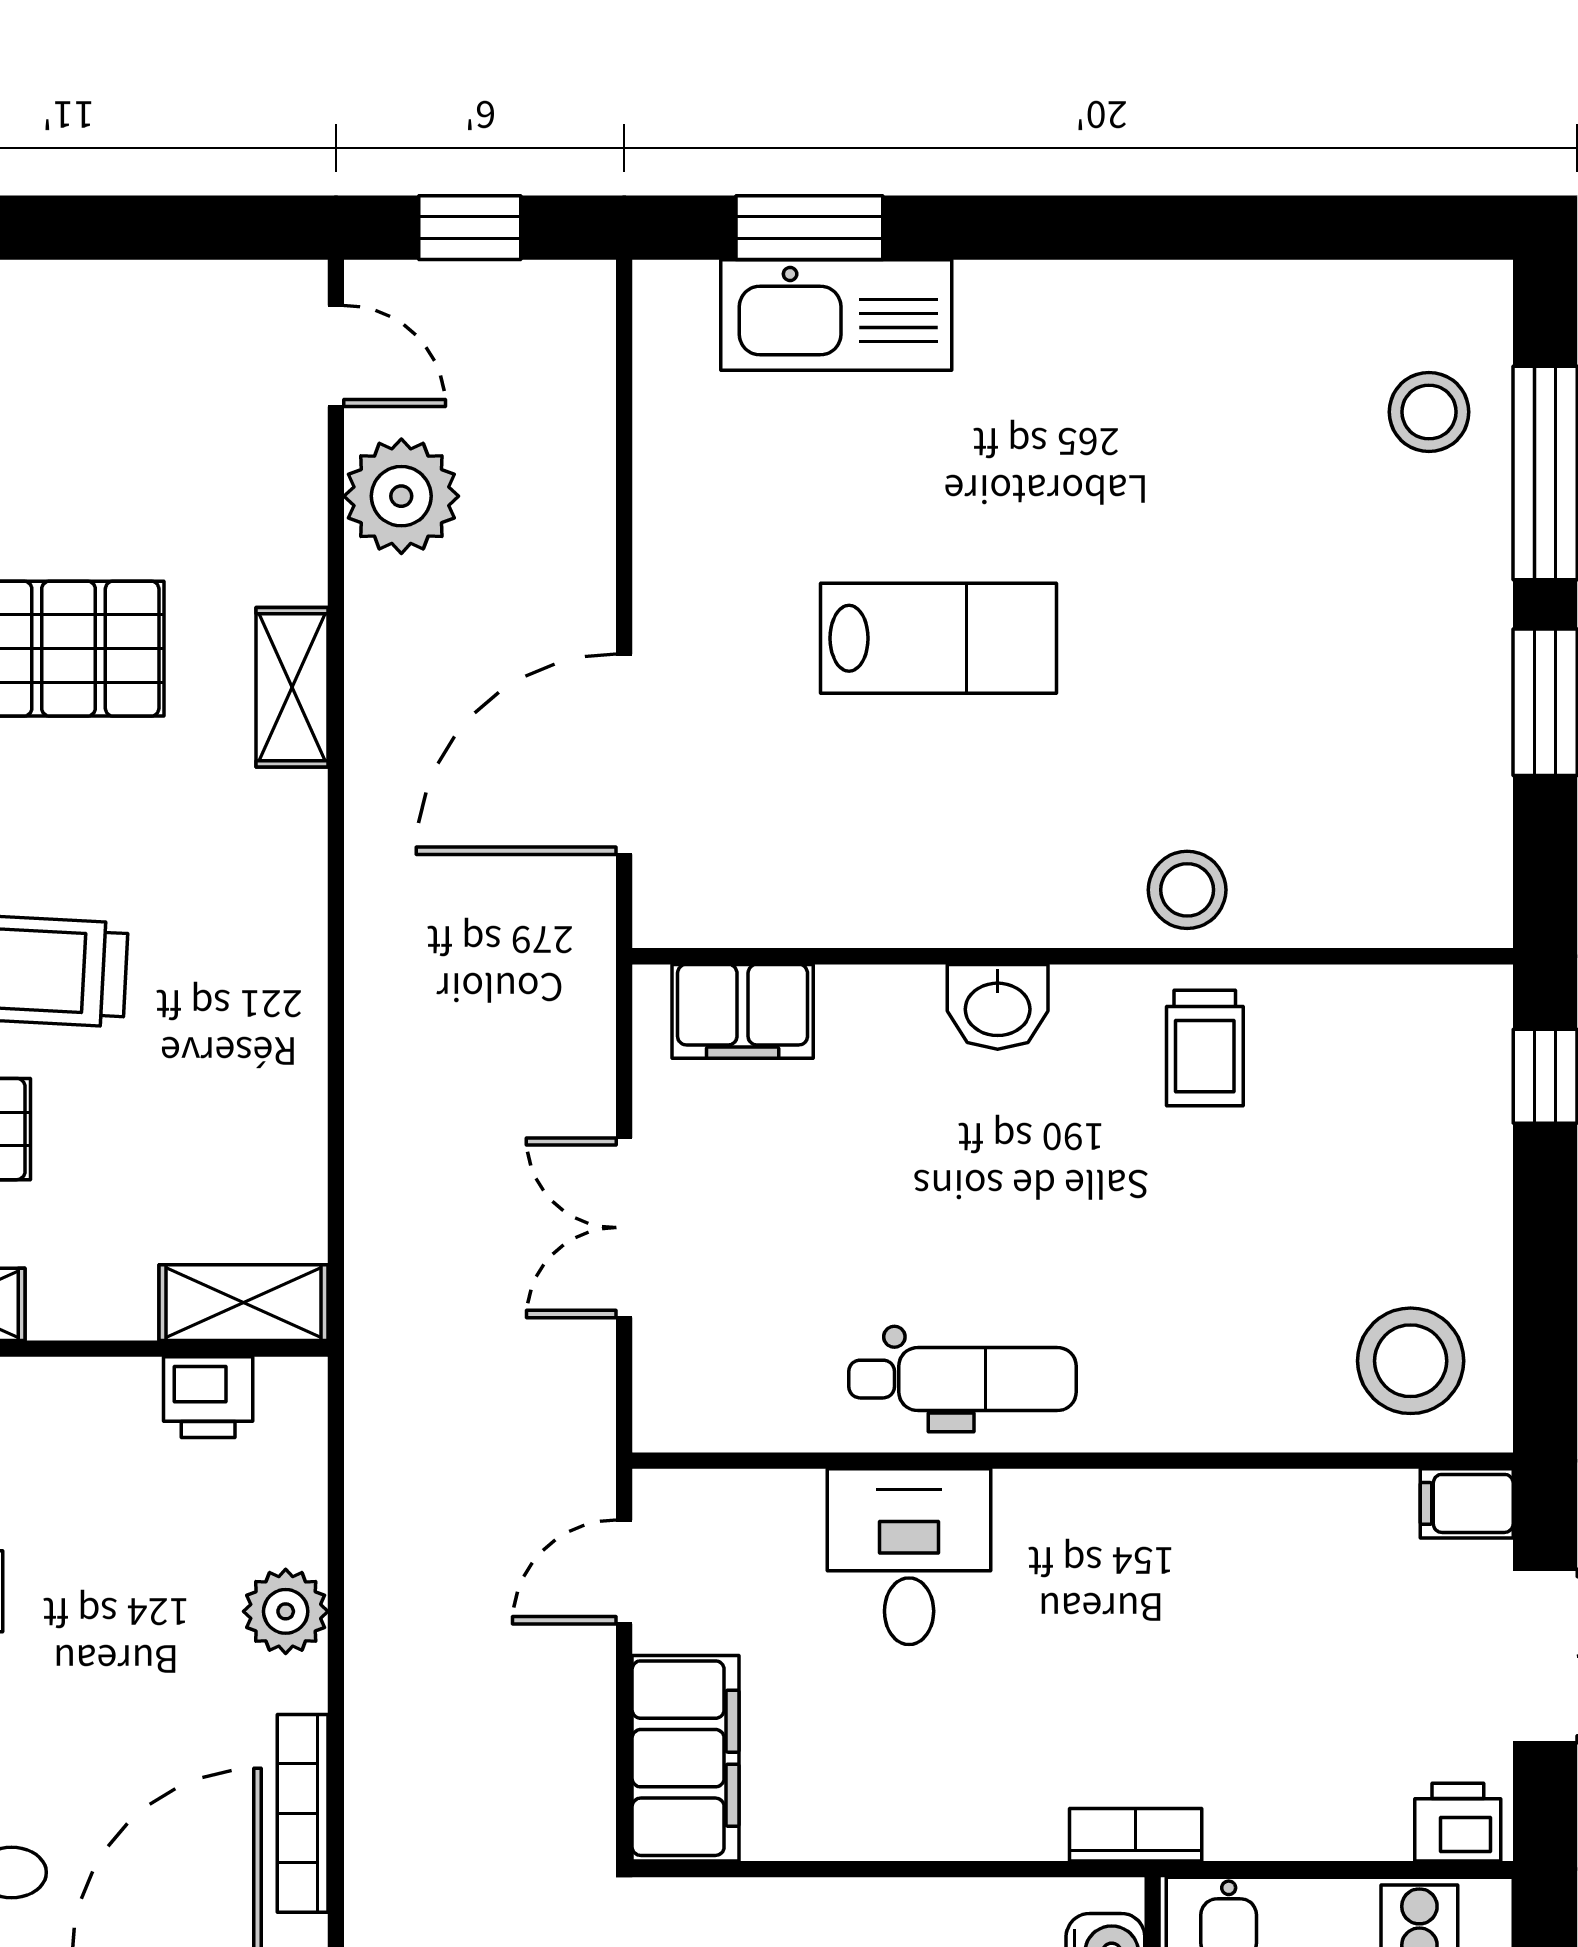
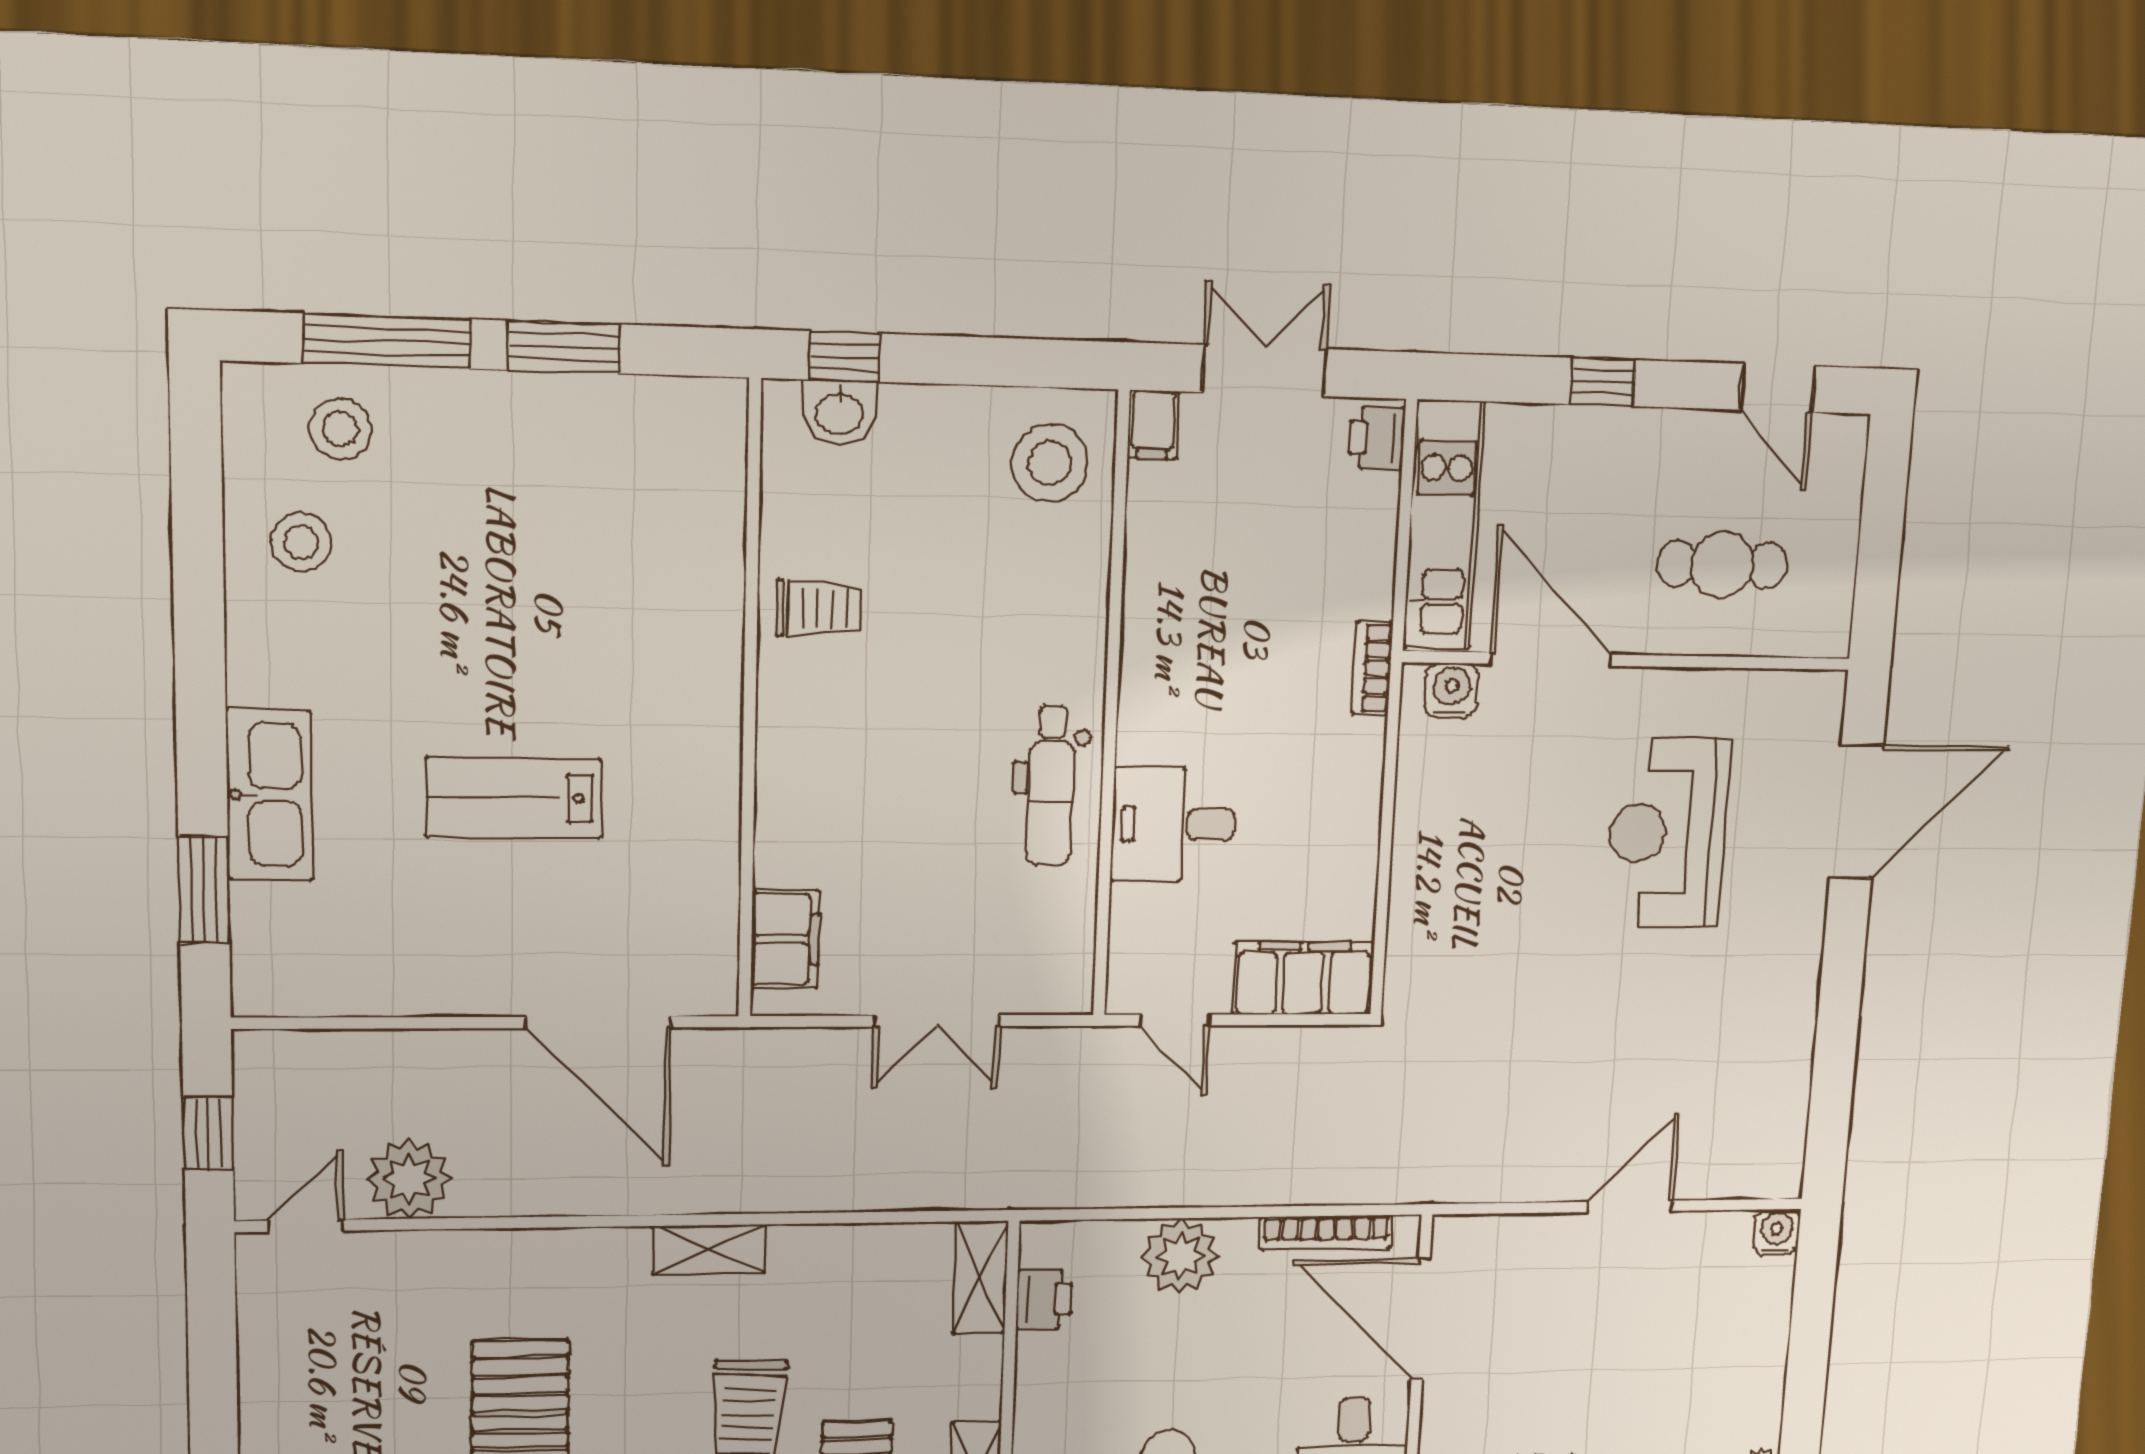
kitchen sink: (836, 315) -> (269, 795), moved
lab bench: (939, 638) -> (514, 798), turned -90
shelving: (292, 687) -> (709, 1250), moved
stool: (1187, 890) -> (301, 542), moved
washbasin: (998, 1007) -> (840, 412), moved, turned 90
dental chair: (963, 1379) -> (1051, 786), turned 180
plant: (286, 1611) -> (1180, 1256), width x1.36, depth x1.36

